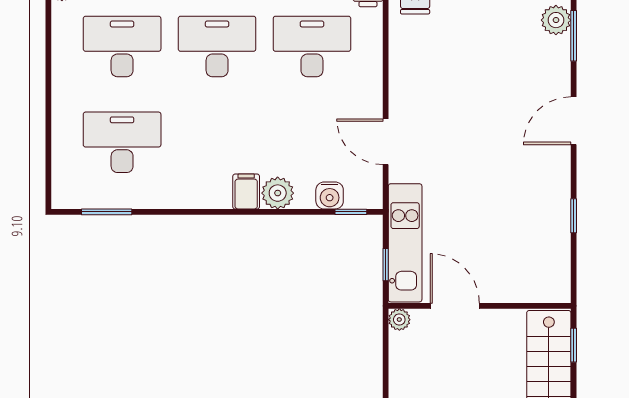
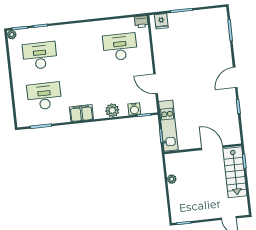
plant: (556, 20) -> (222, 25), removed
desk: (217, 47) -> (80, 51), removed
door: (574, 121) -> (235, 77), moved
filing cabinet: (246, 192) -> (81, 113), moved, width x2.00
door: (455, 306) -> (212, 148), moved
plant: (399, 320) -> (172, 179), moved

